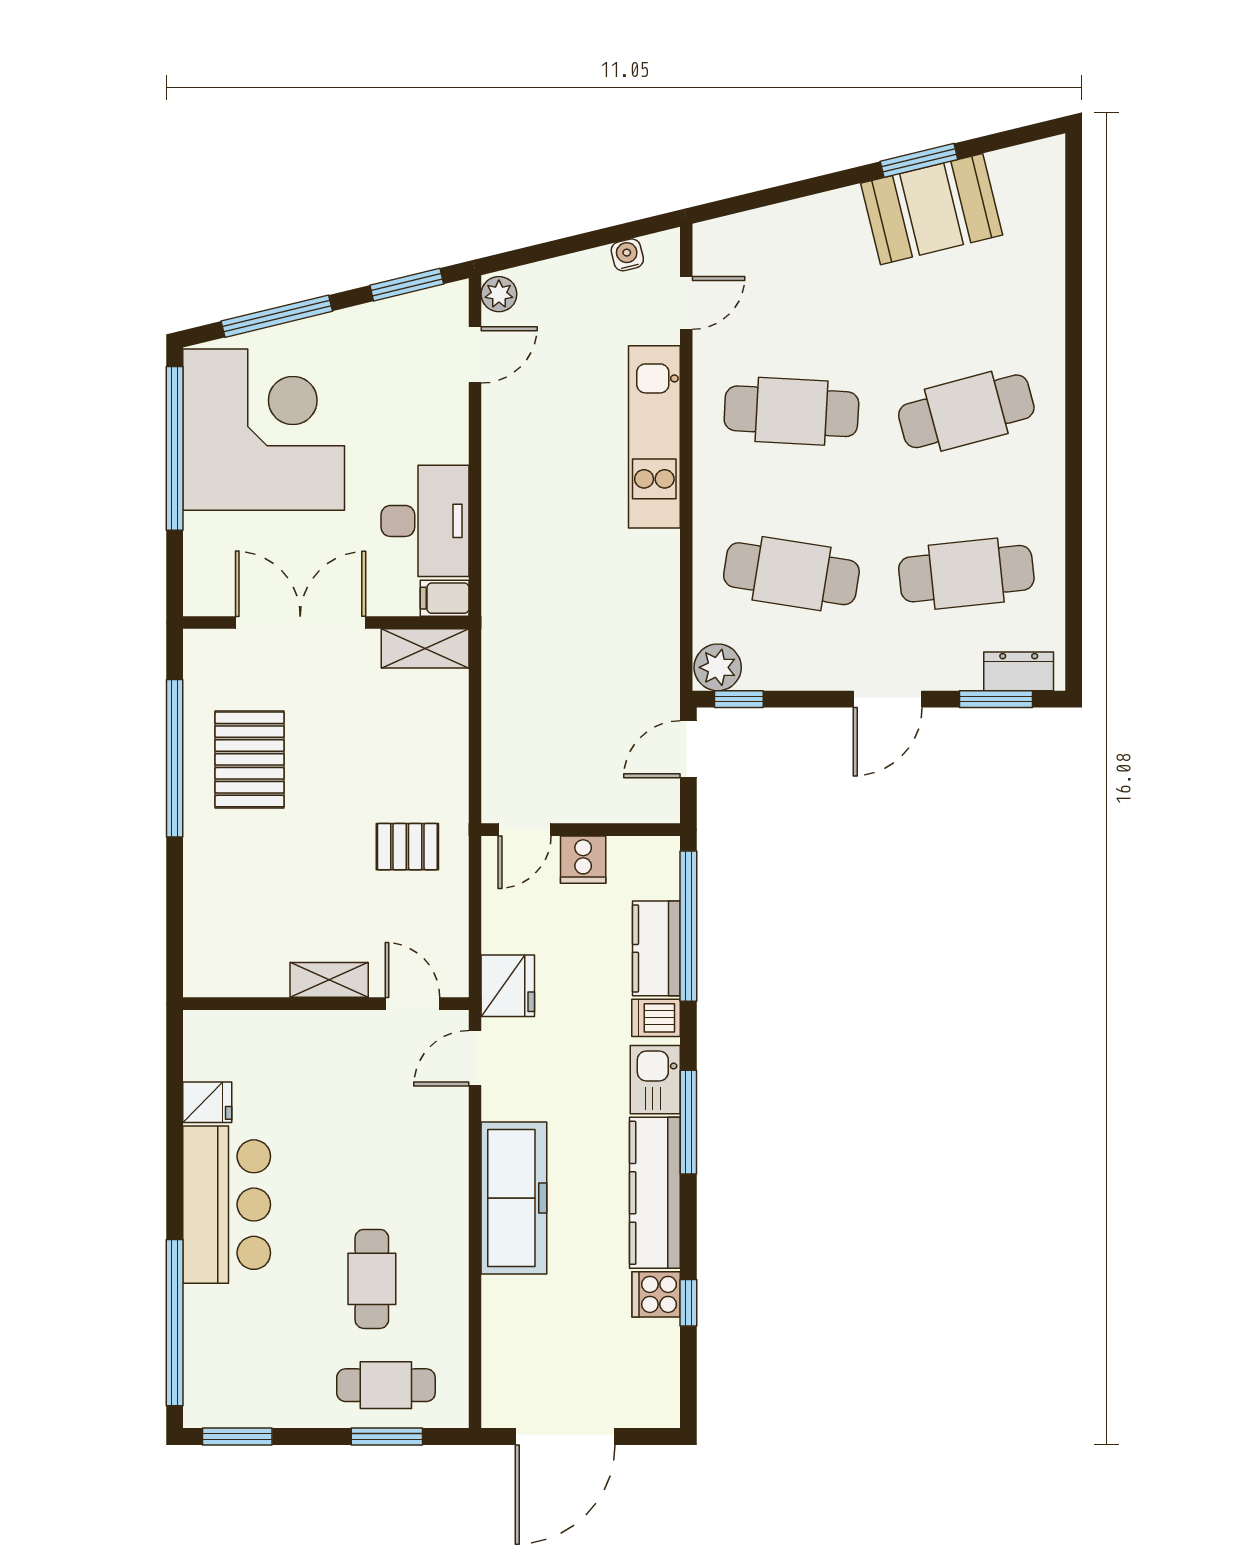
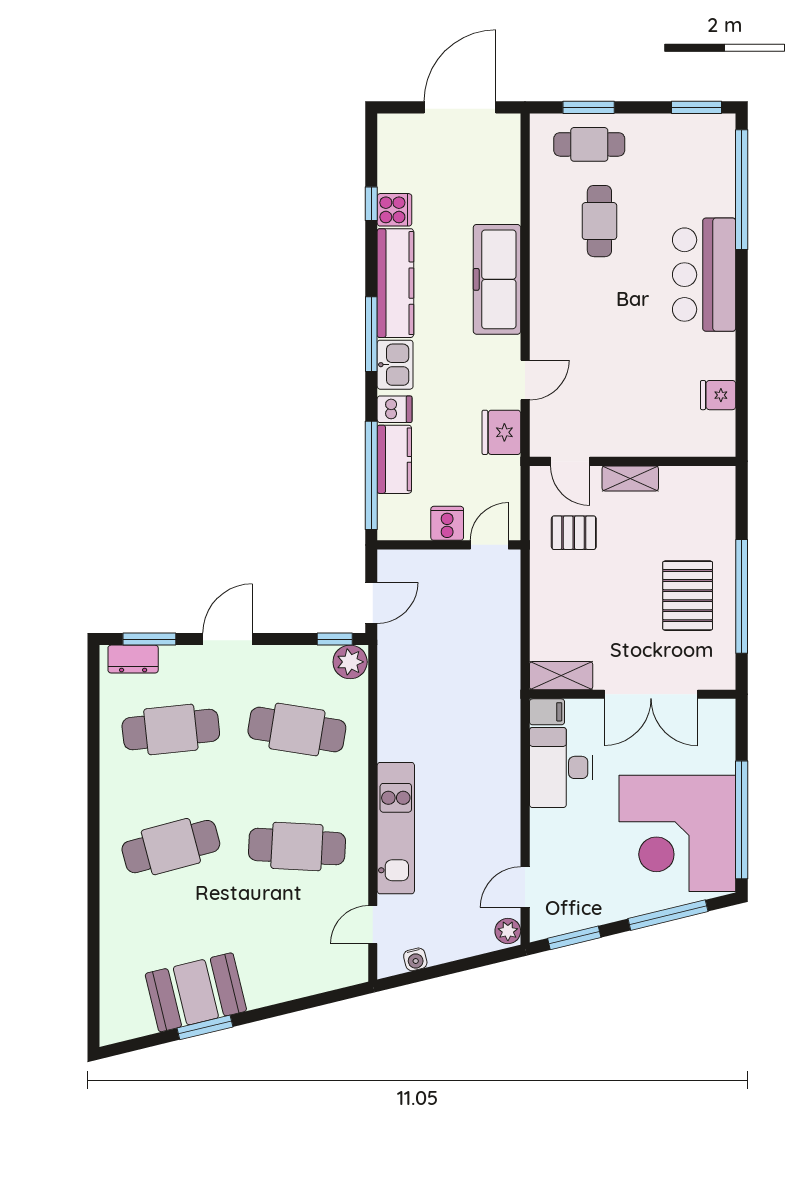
shelving: (329, 980) -> (630, 478), moved
wall: (326, 1004) -> (633, 461), moved
door: (412, 1004) -> (570, 461), moved
fridge: (207, 1102) -> (718, 395), moved

